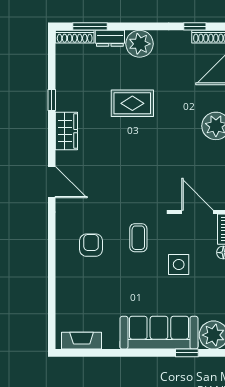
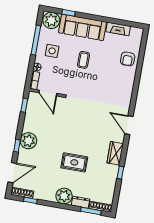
coffee table: (138, 238) -> (83, 60), moved
armchair: (91, 245) -> (128, 59), moved
side table: (179, 265) -> (52, 51), moved
fireplace: (82, 341) -> (118, 29), moved

